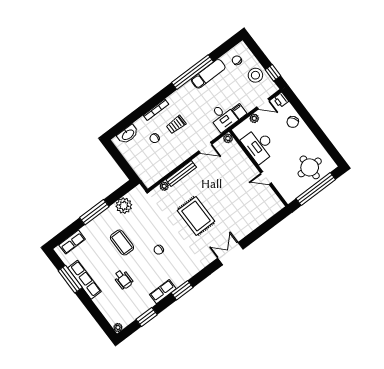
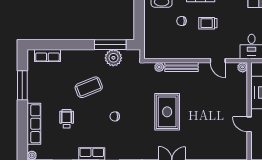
window: (94, 212) -> (110, 45), moved
coffee table: (122, 242) -> (89, 87), turned 68
wheelchair: (123, 279) -> (67, 119), turned 180
row of seats: (84, 280) -> (34, 124), moved

